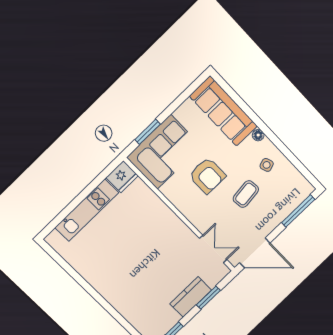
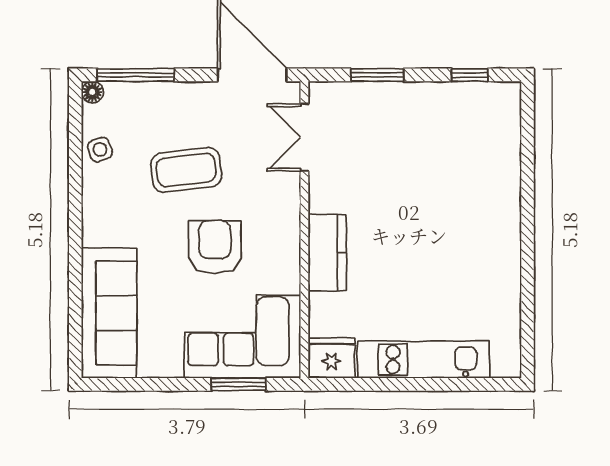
floor lamp: (258, 135) -> (92, 92), moved
side table: (267, 165) -> (100, 150), moved
coffee table: (246, 194) -> (186, 170), width x1.36, depth x1.30
kitchen counter: (191, 297) -> (327, 253), moved, turned -90

